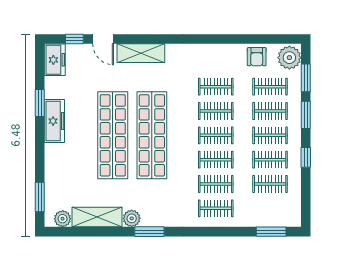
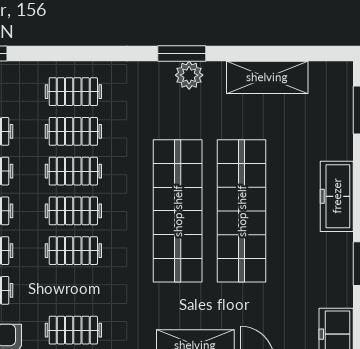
clothes rail: (216, 87) -> (73, 330), moved
freezer: (54, 121) -> (337, 196), moved
plant: (132, 218) -> (189, 75), moved
plant: (63, 219) -> (324, 75), removed

